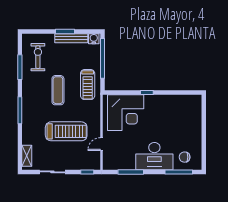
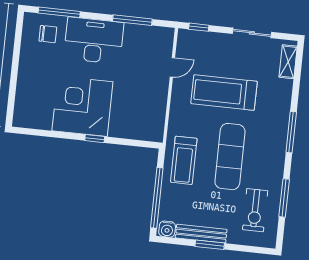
treadmill: (88, 85) -> (184, 160), turned 180
exercise mat: (58, 90) -> (230, 157), width x1.36, depth x1.45
corner desk: (126, 113) -> (82, 106), moved

